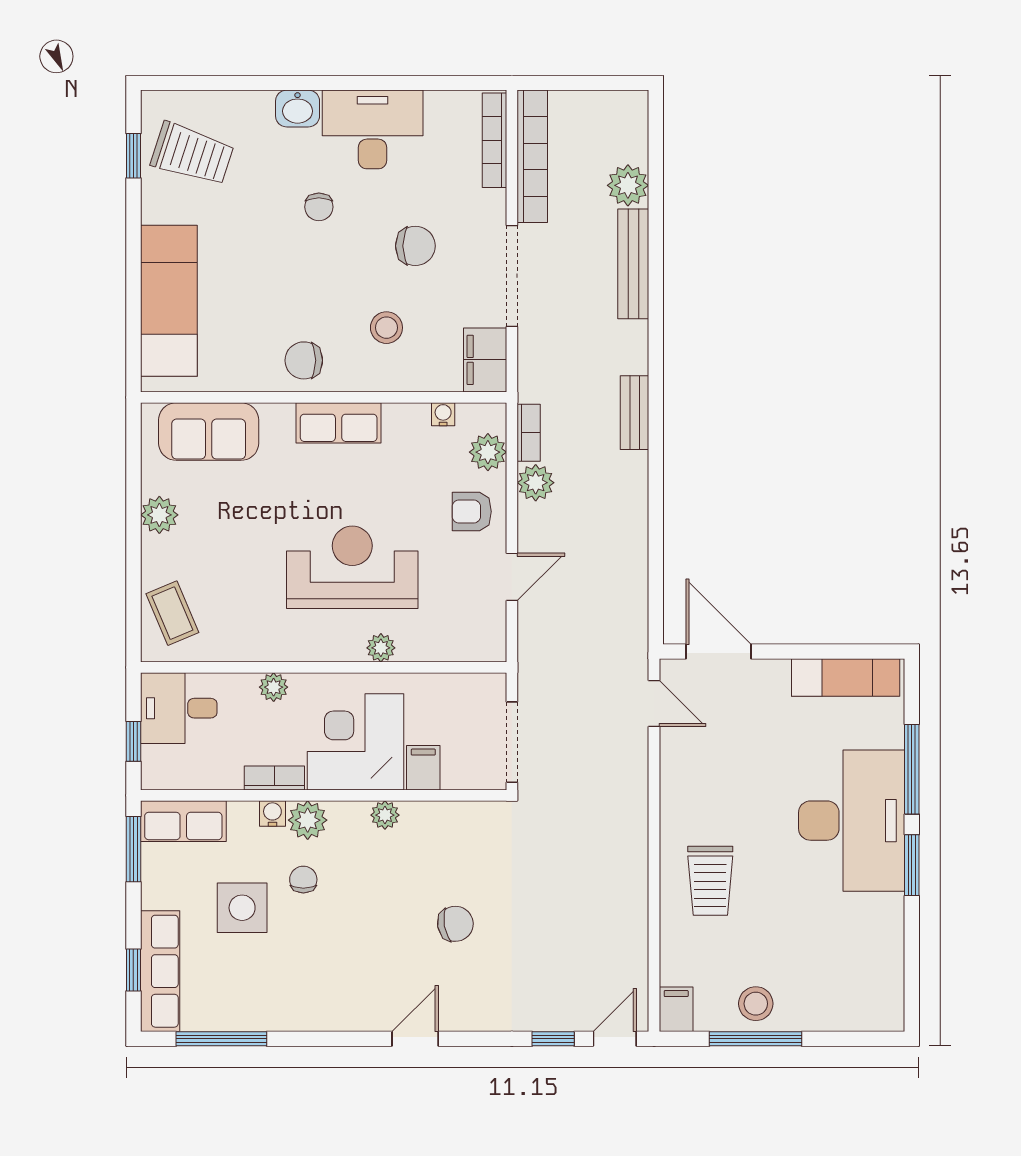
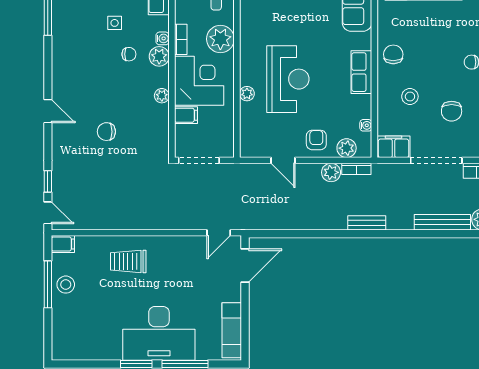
plant: (274, 687) -> (220, 39), width x1.88, depth x1.88
side table: (242, 908) -> (115, 23), width x0.54, depth x0.54
chair: (455, 924) -> (106, 132), turned 100

